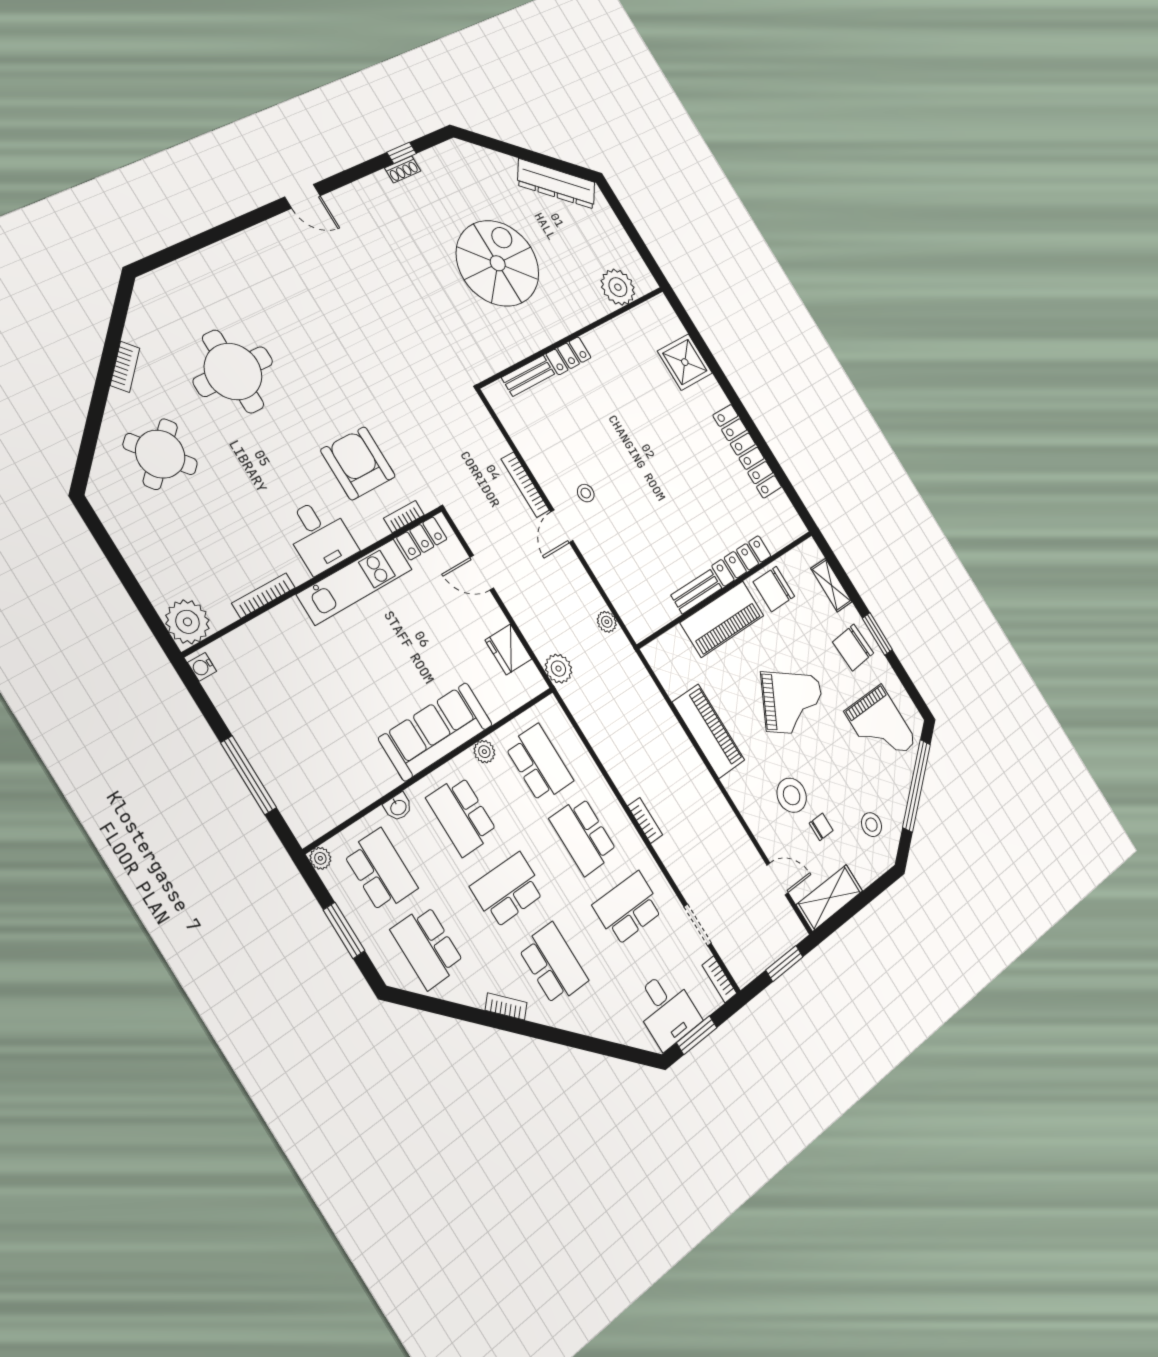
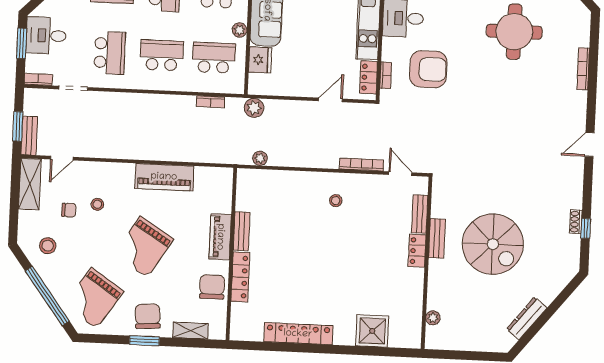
dresser: (556, 184) -> (527, 318), width x0.73, depth x0.80
bookcase: (216, 252) -> (583, 69), added
plant: (618, 287) -> (433, 318), width x0.53, depth x0.53
bench: (539, 338) -> (437, 238), added
door: (562, 526) -> (400, 174), moved
piano: (722, 619) -> (220, 237), width x0.73, depth x0.75
fridge: (508, 649) -> (260, 60), moved, turned 90
grand piano: (881, 727) -> (94, 298), turned -56
school desk: (539, 763) -> (214, 58), turned 180
stool: (792, 795) -> (97, 204), width x0.53, depth x0.53
bookcase: (645, 820) -> (211, 102), moved
chair: (821, 827) -> (69, 210), turned -90
bench: (784, 941) -> (29, 136), added

